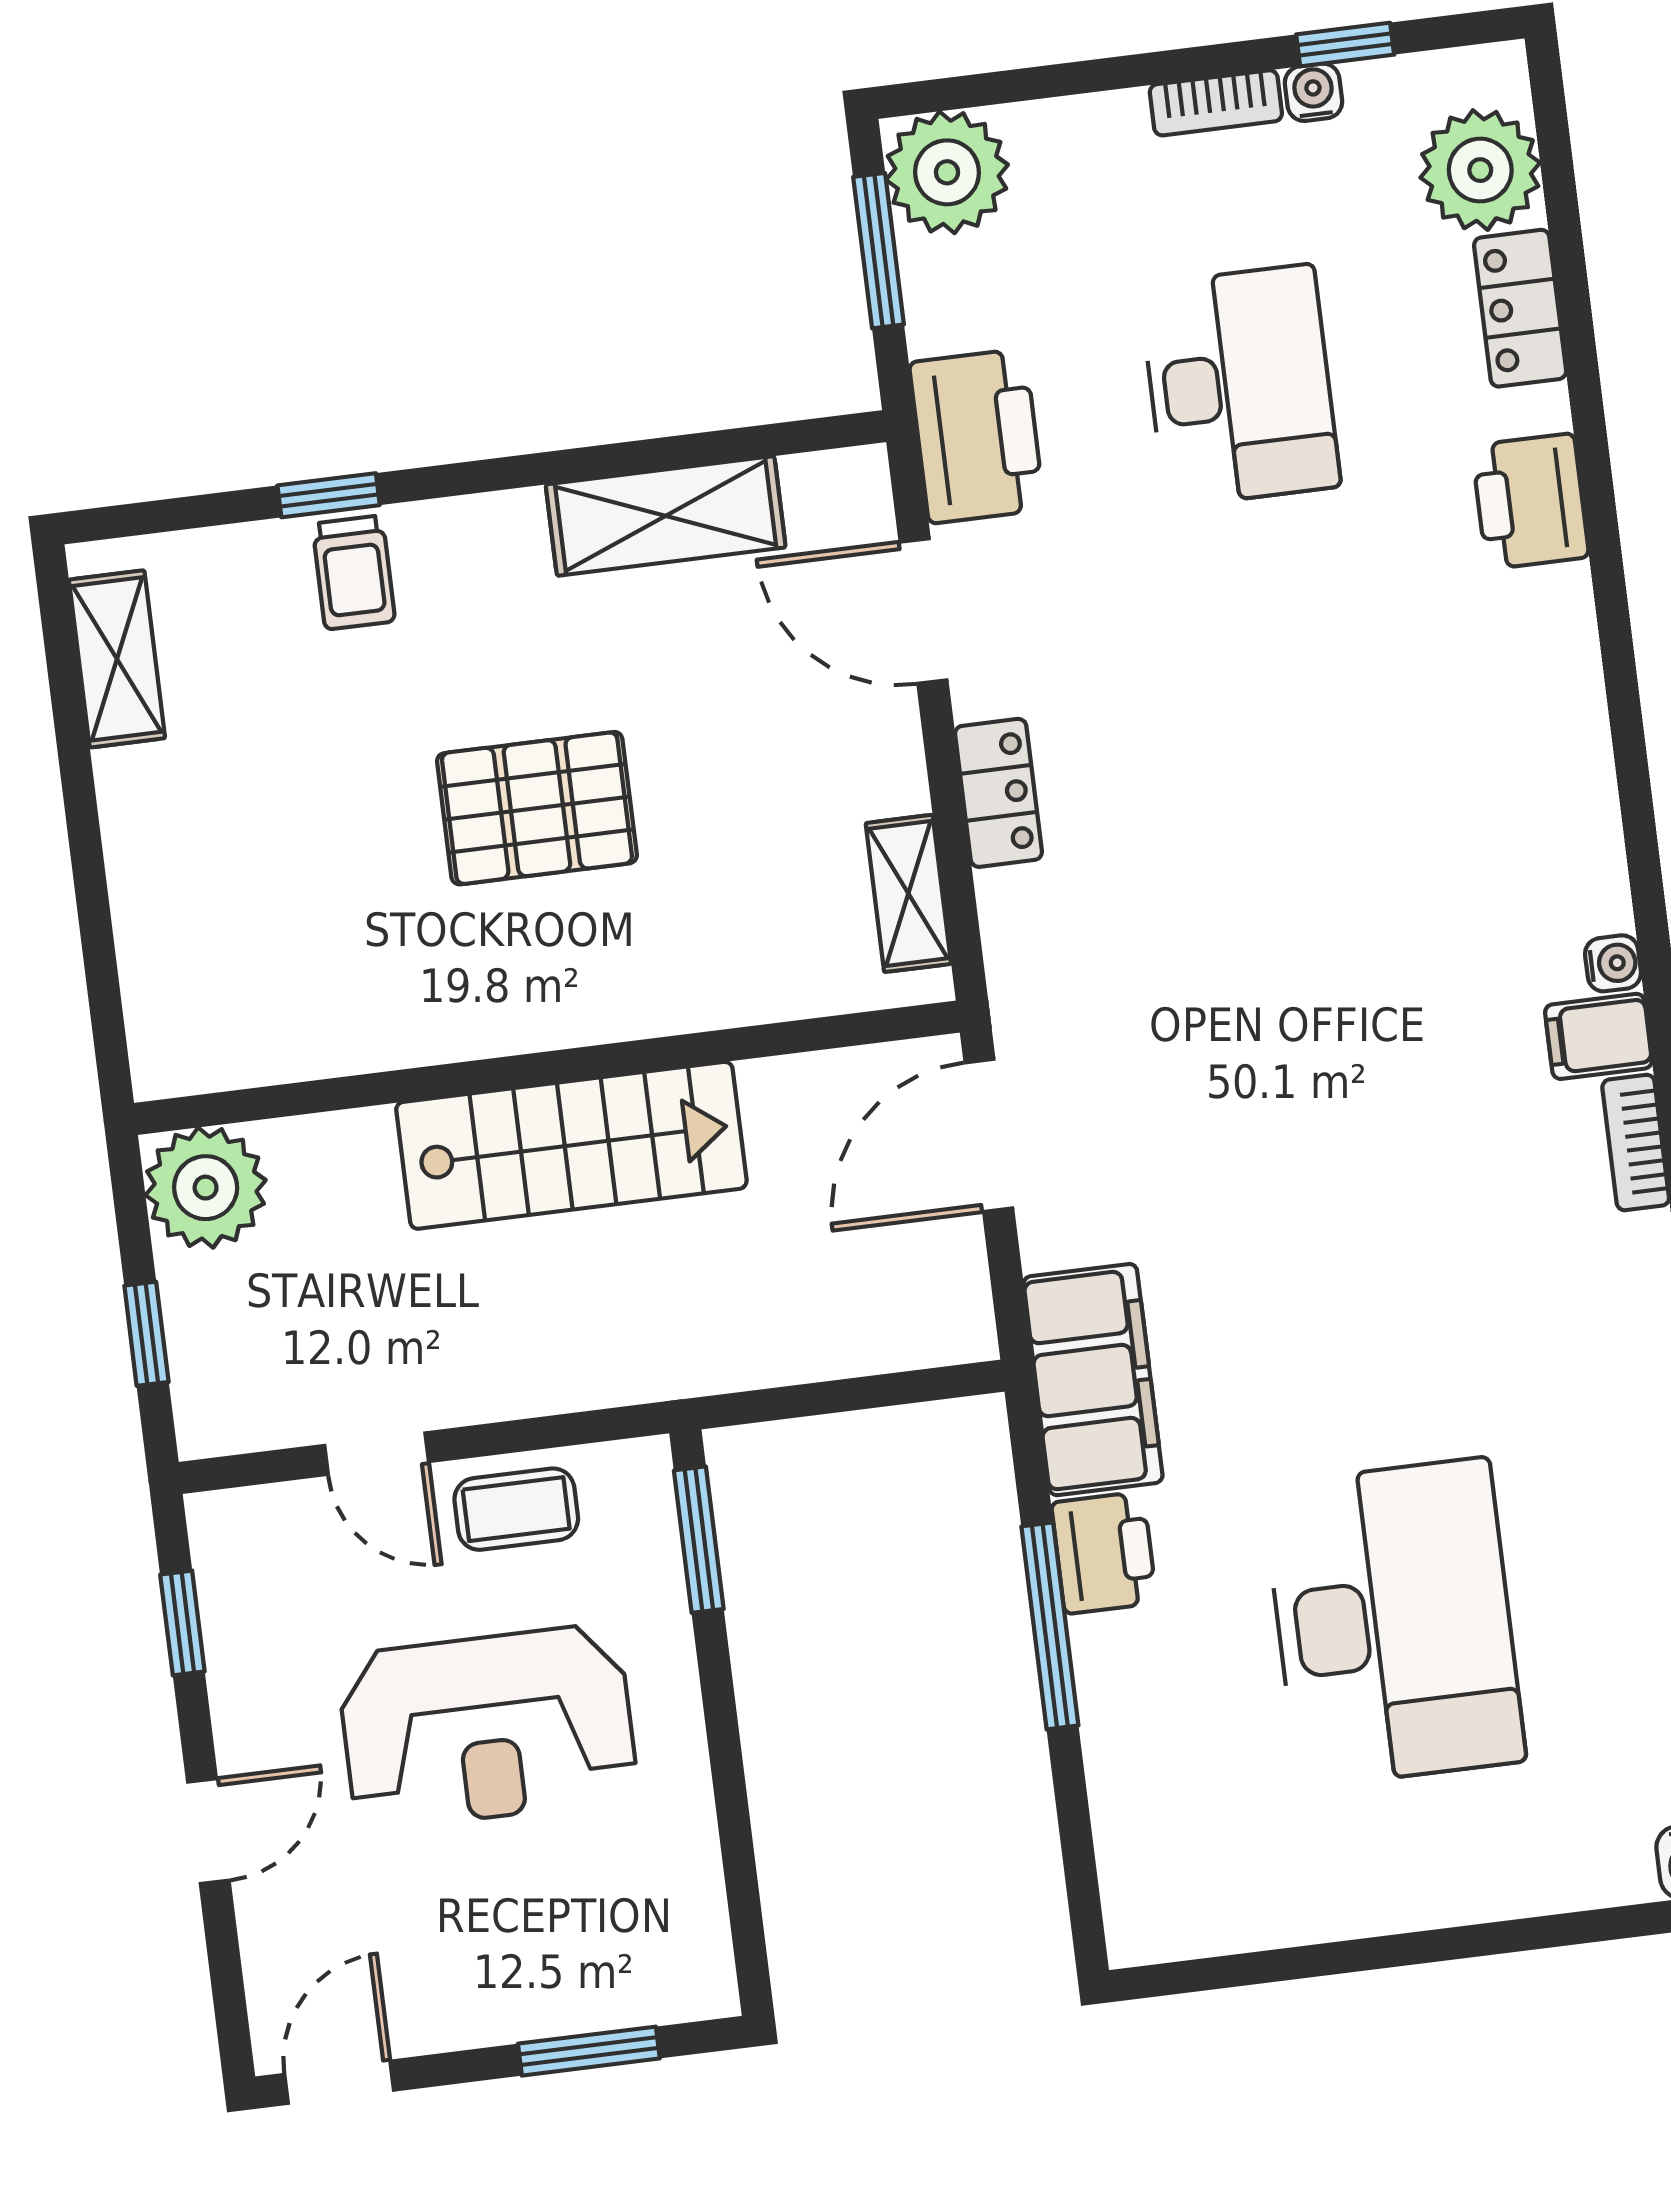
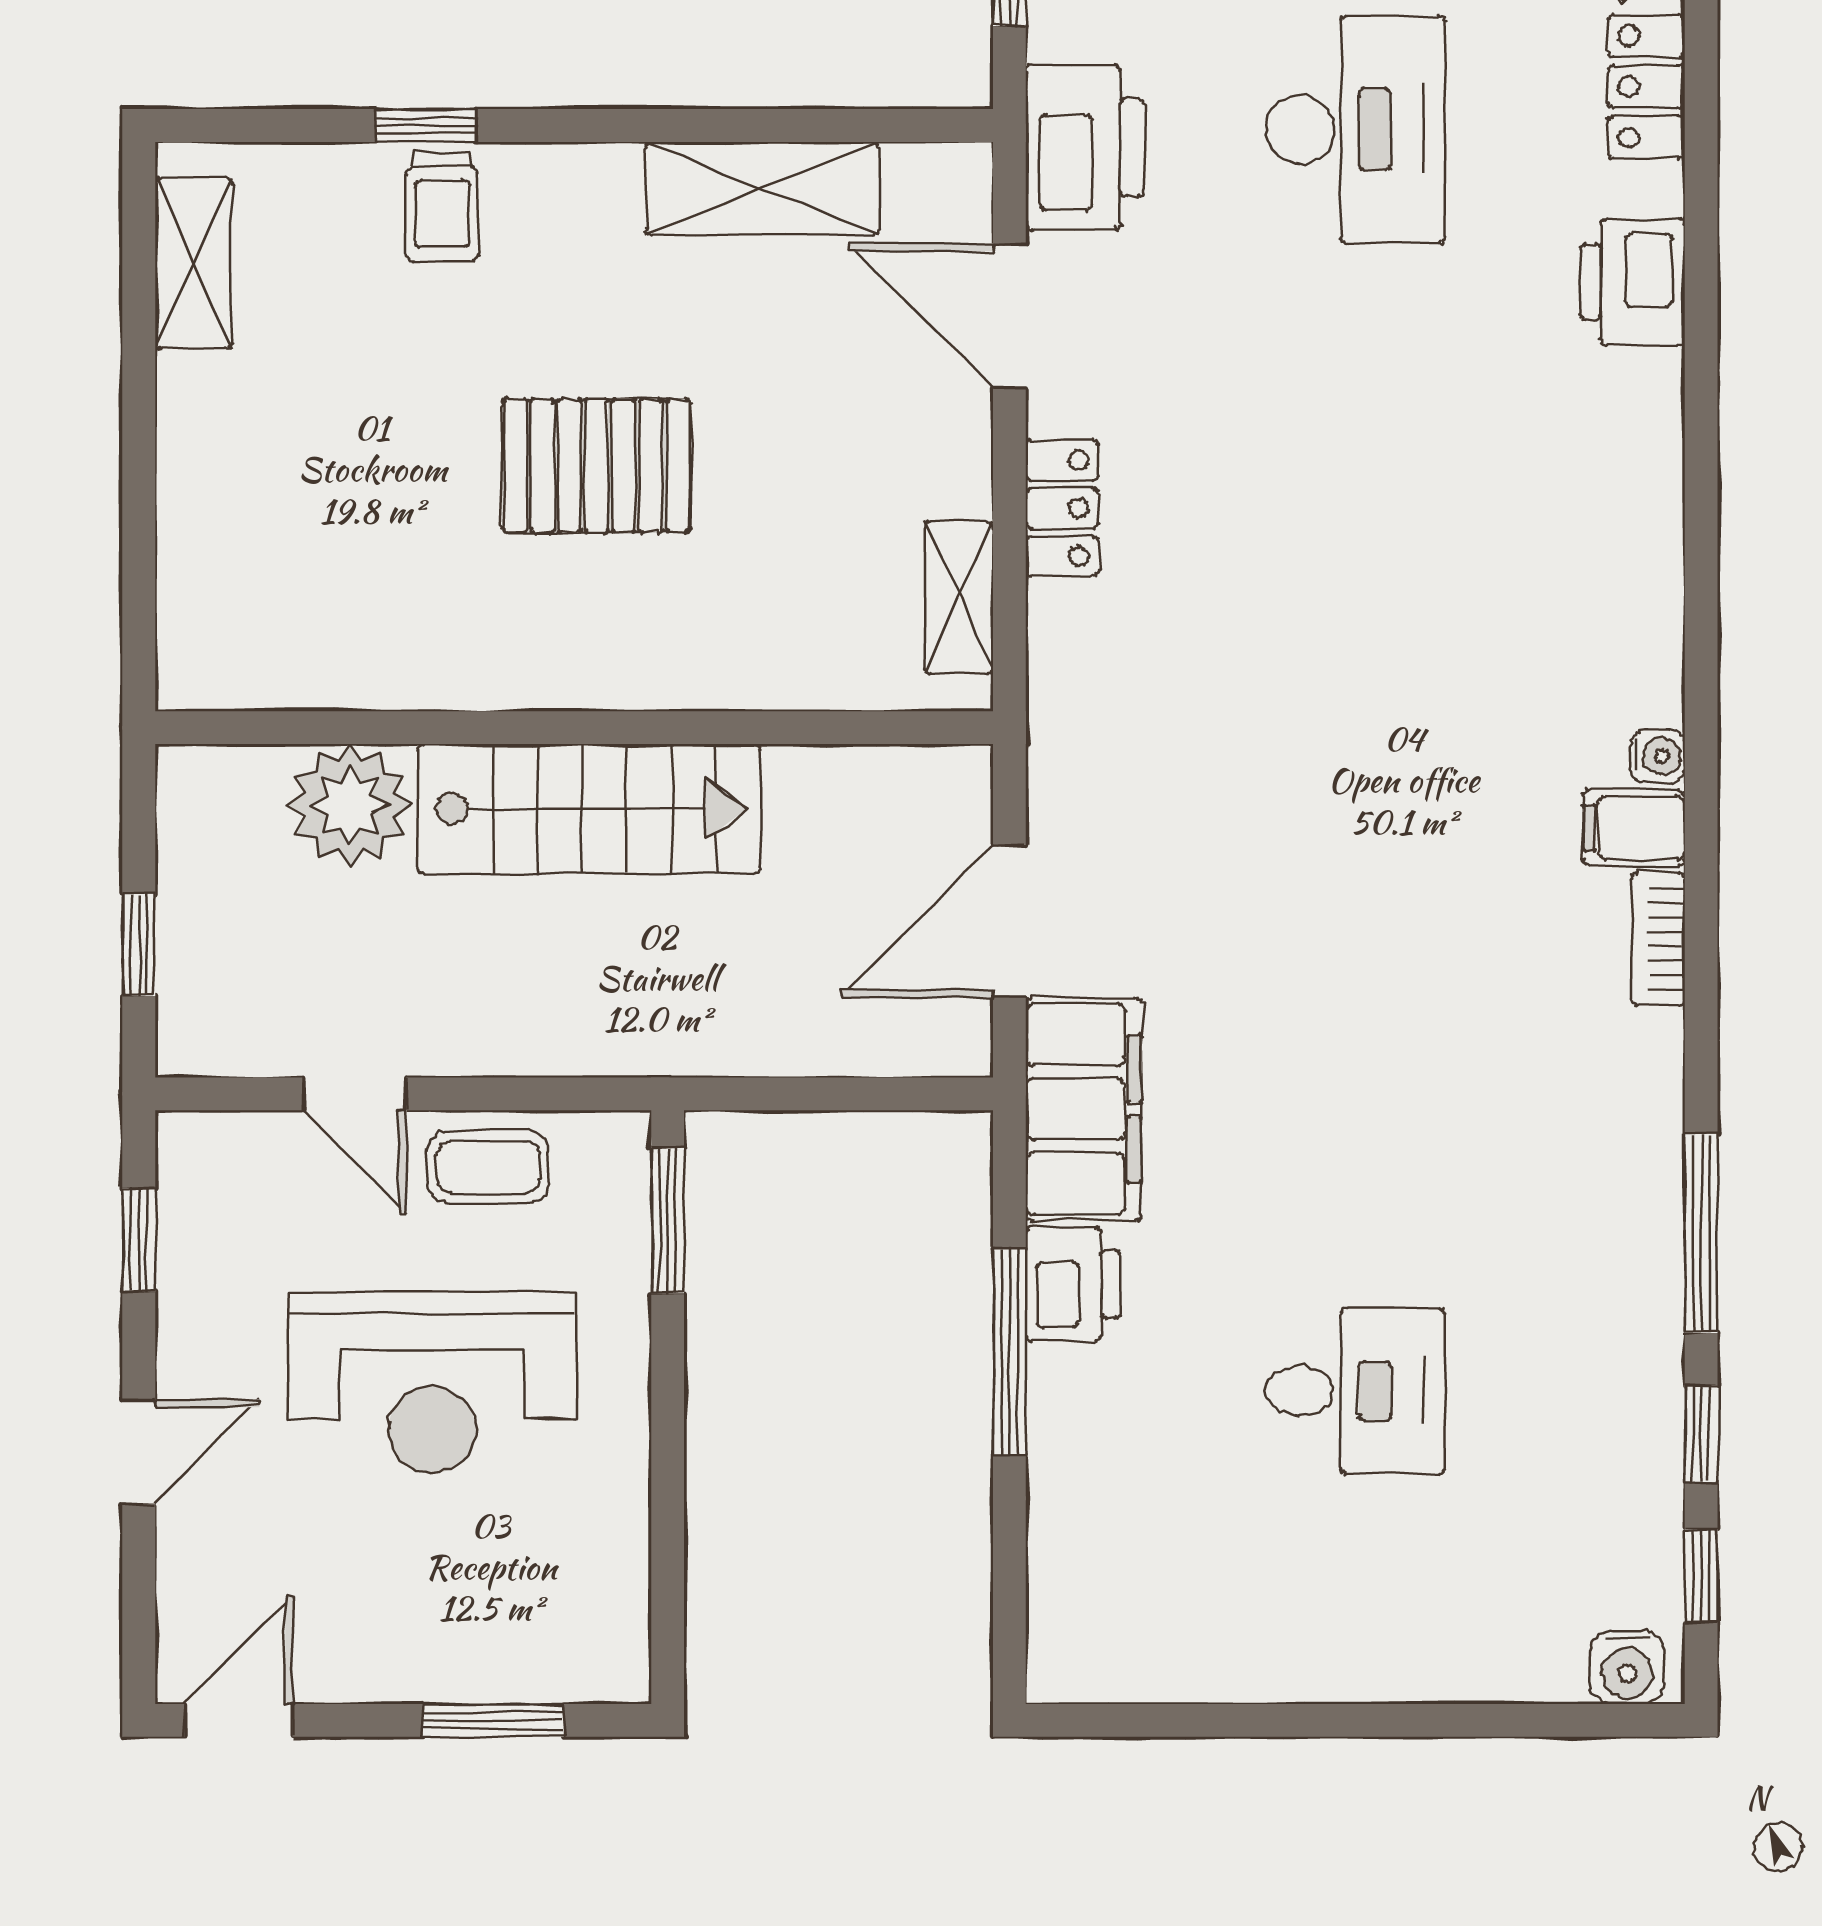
door: (989, 1135) -> (1009, 921), moved
plant: (206, 1188) -> (350, 805), moved
desk: (1394, 1623) -> (1355, 1391), width x0.53, depth x0.77

